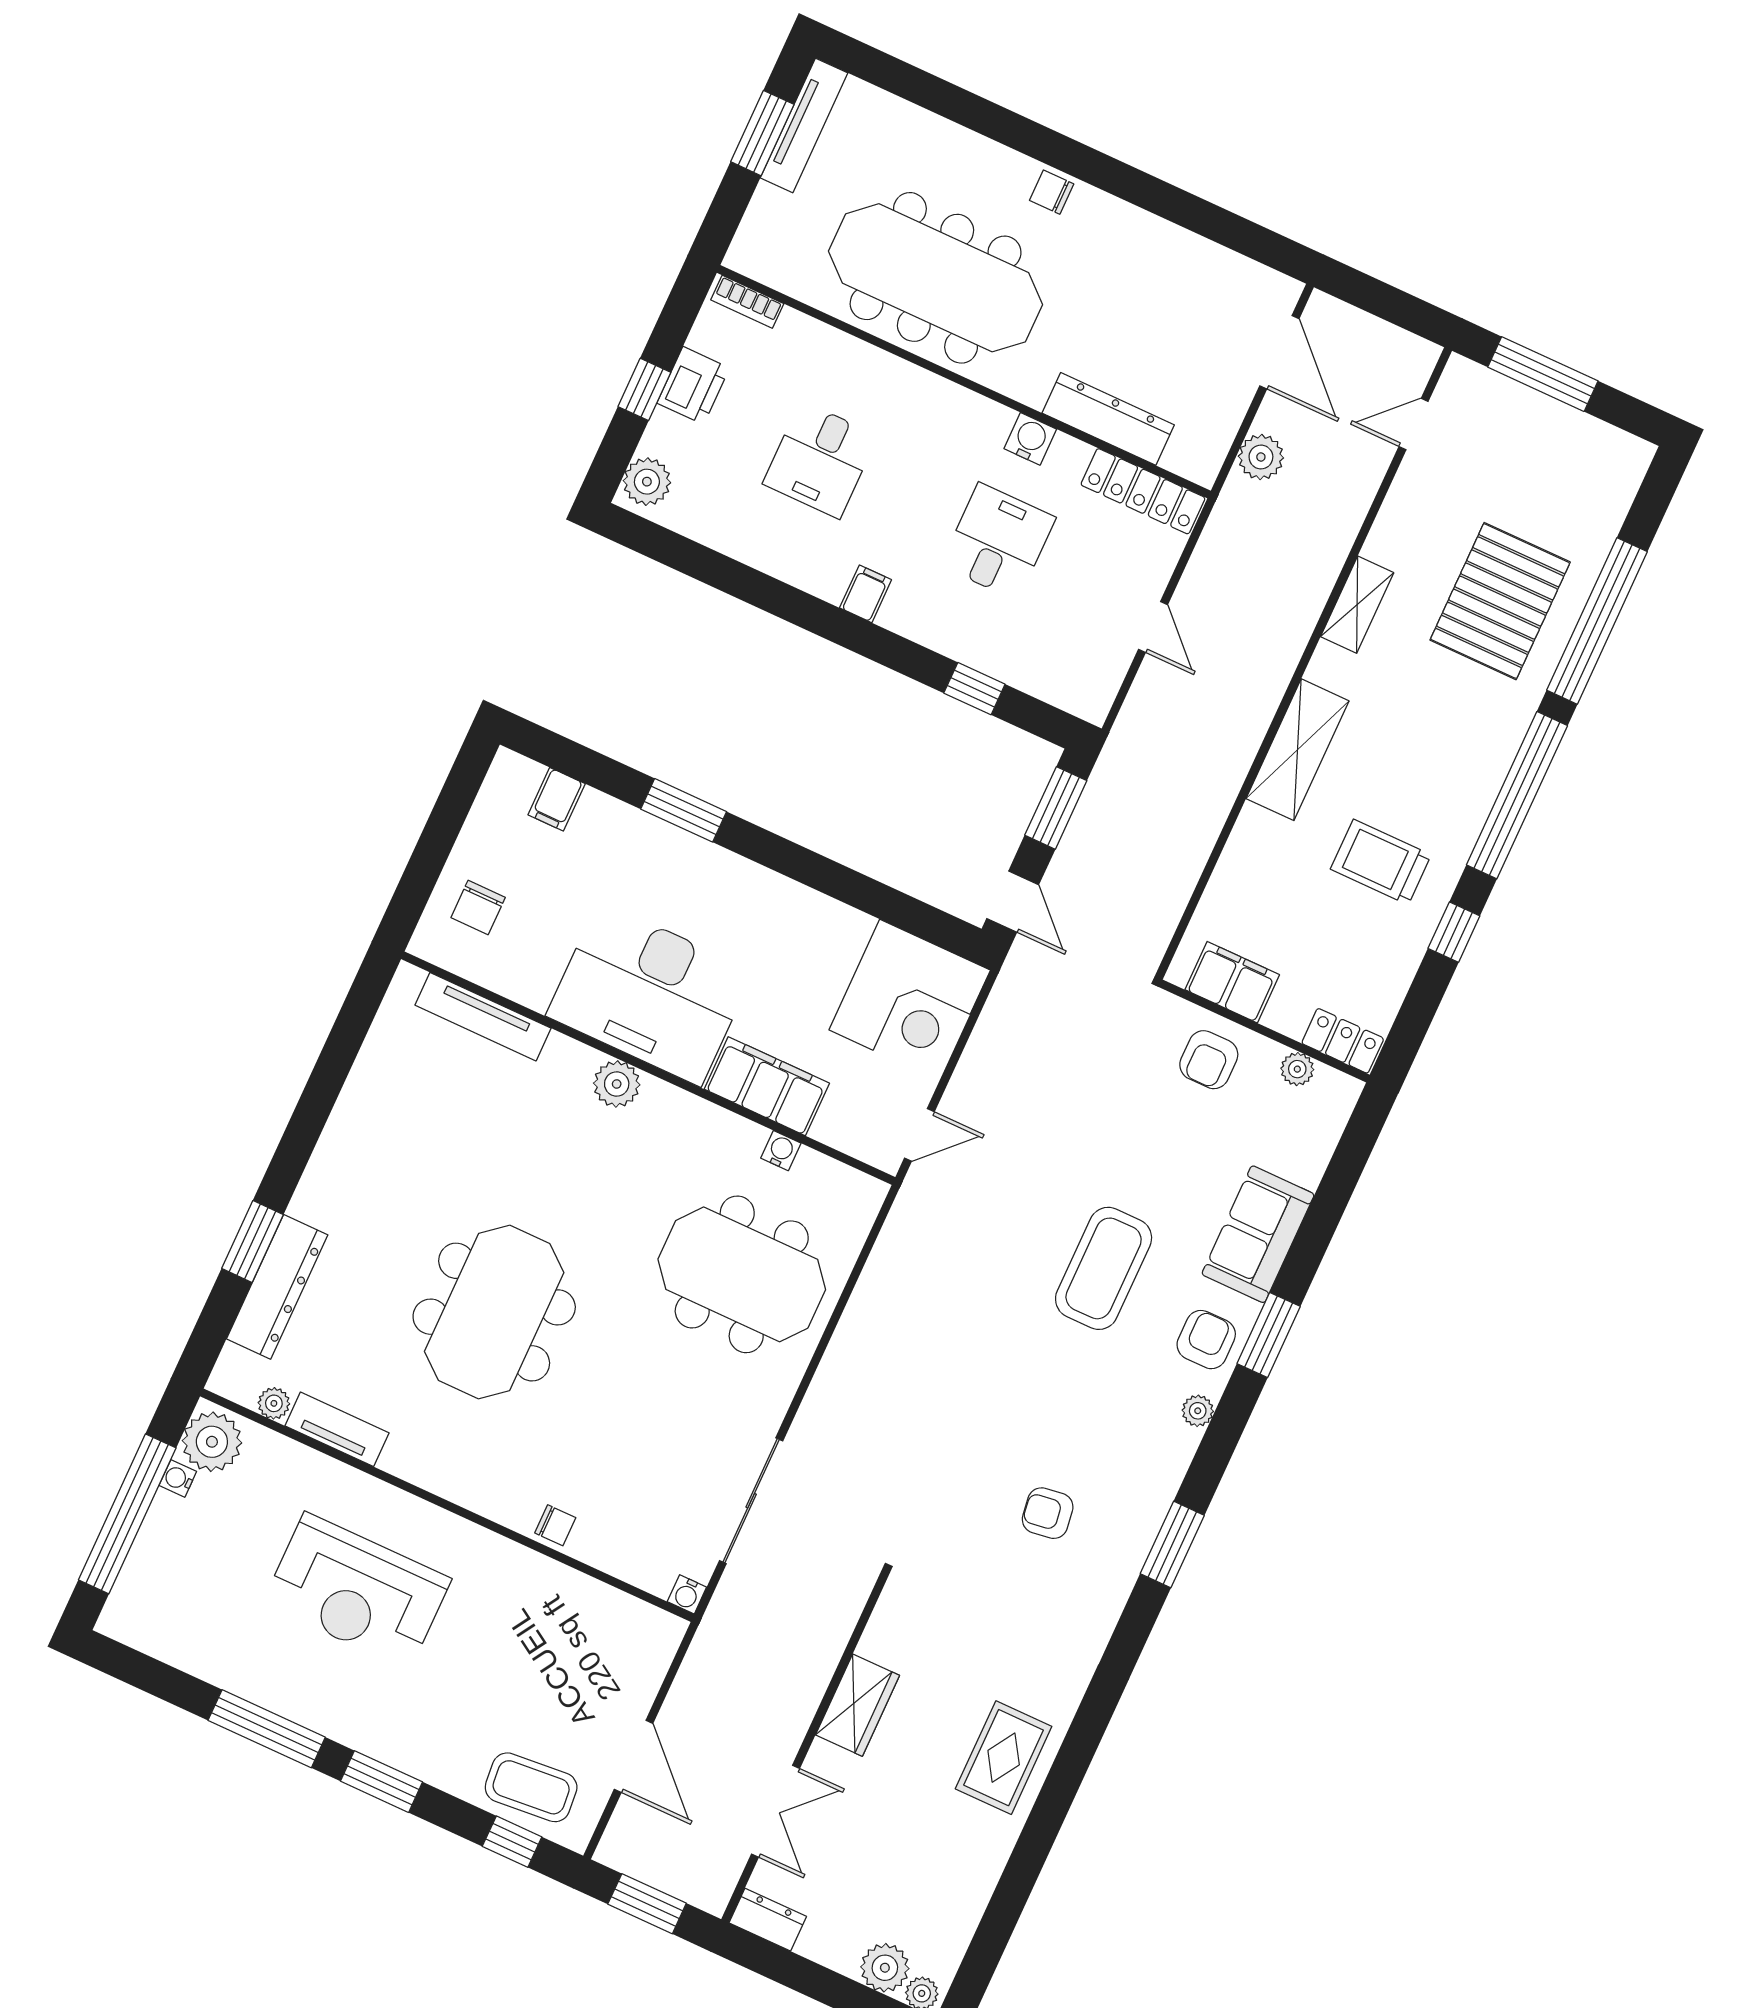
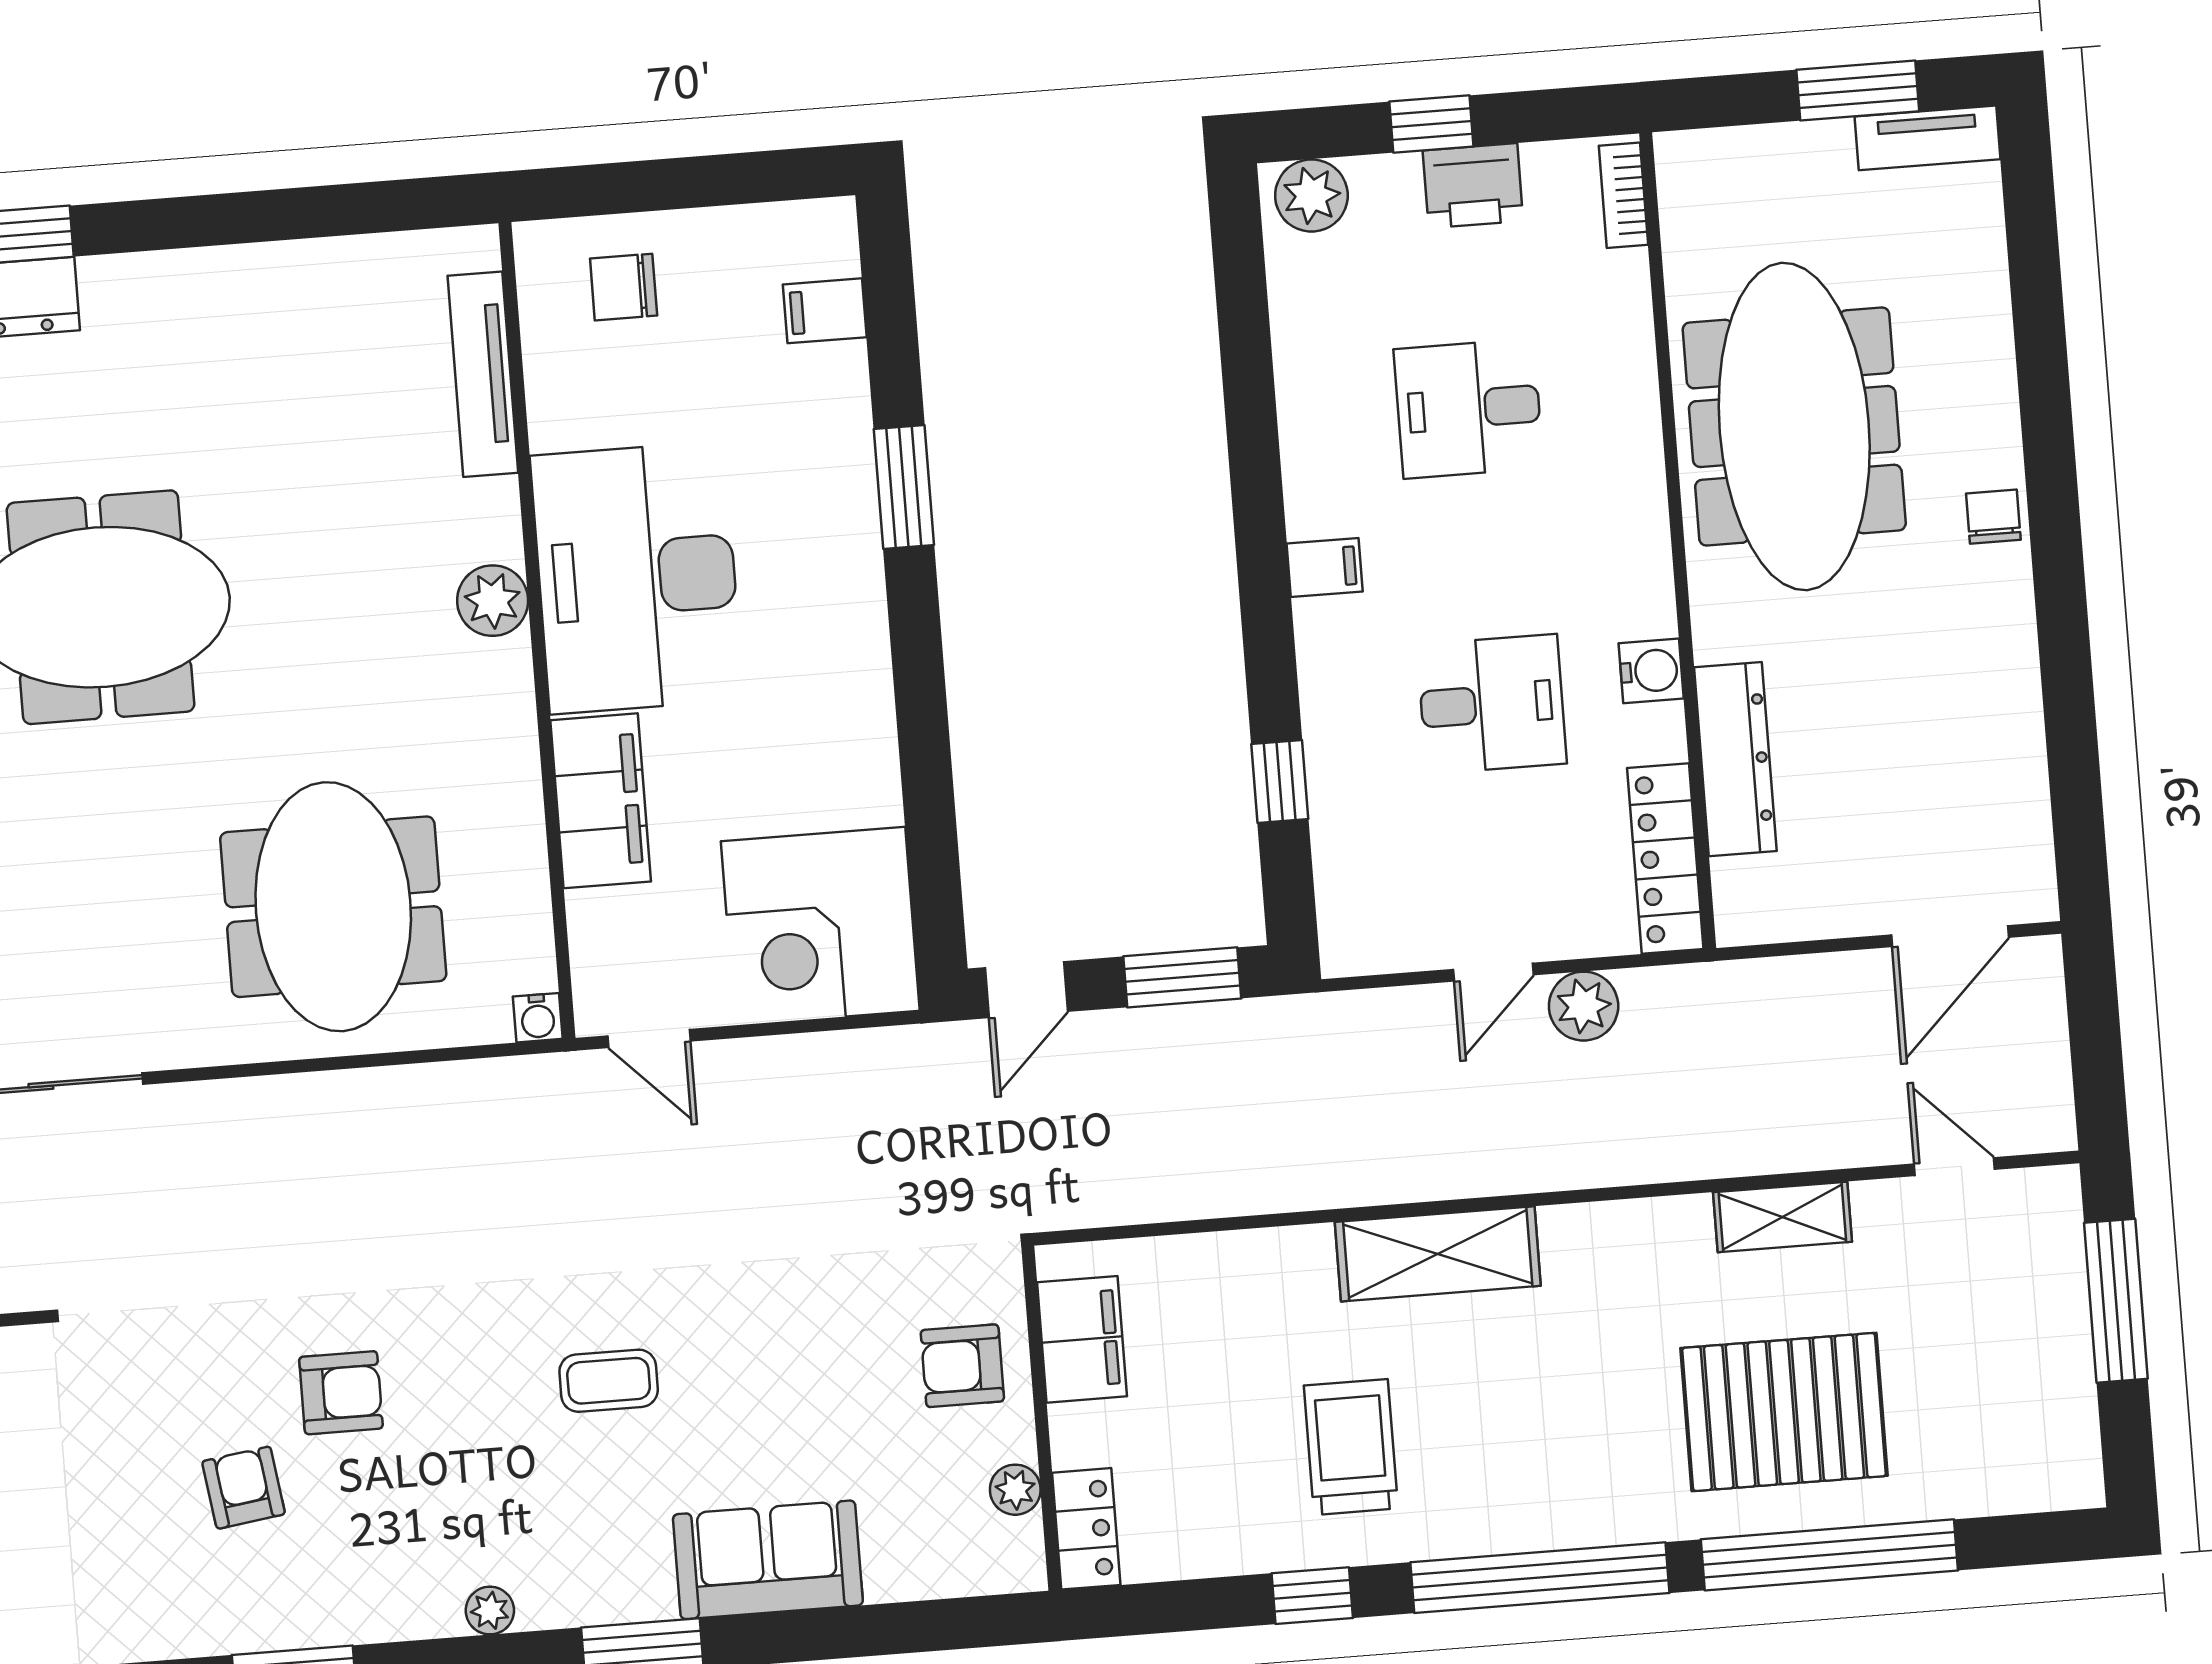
tv unit: (804, 125) -> (1928, 138), width x0.71
plant: (1261, 457) -> (1584, 1006), moved
shelving: (1357, 605) -> (1782, 1217), moved
water cooler: (781, 1151) -> (538, 1018), moved, turned 90
coffee table: (1104, 1268) -> (609, 1381), width x0.54, depth x0.58
armchair: (1206, 1340) -> (341, 1393), moved

